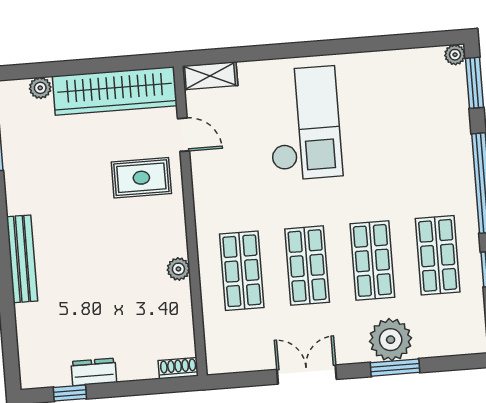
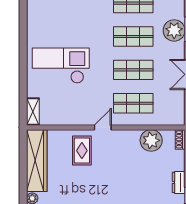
door: (183, 135) -> (103, 127), moved
plant: (178, 269) -> (151, 140), moved, width x1.88, depth x1.88

